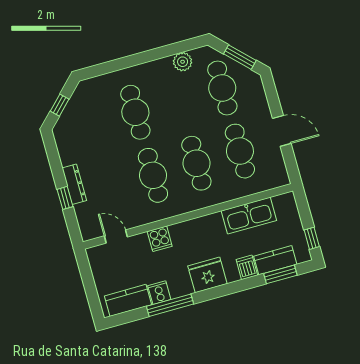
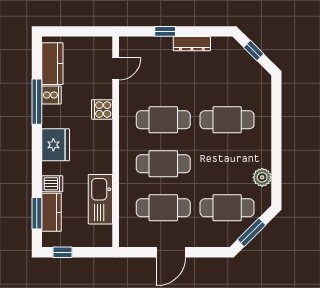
dresser: (74, 184) -> (192, 44), moved

